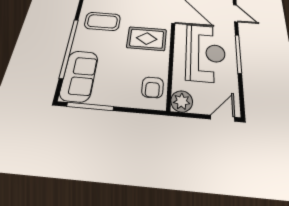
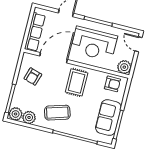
coffee table: (102, 21) -> (57, 113), turned 73
reception desk: (205, 53) -> (94, 44), turned 180
sofa: (79, 76) -> (108, 118), moved, turned -90

